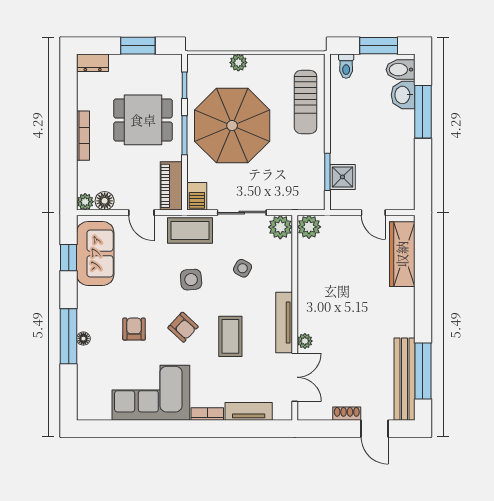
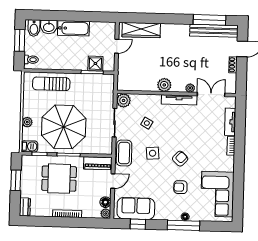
sun lounger: (306, 102) -> (51, 84), turned 180
window: (423, 112) -> (59, 16), removed
dining table: (143, 120) -> (59, 179), turned 90
bathtub: (402, 138) -> (73, 28), added
barbecue: (197, 196) -> (30, 146), moved
plant: (309, 227) -> (164, 85), moved
coffee table: (230, 336) -> (186, 131), removed
corner sofa: (151, 393) -> (217, 194), moved

